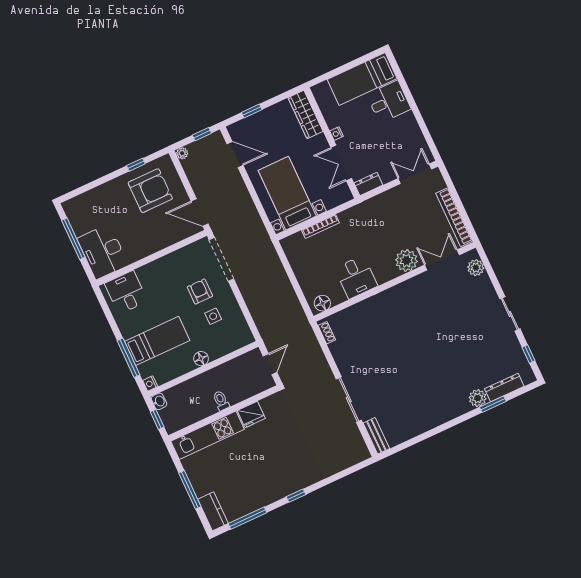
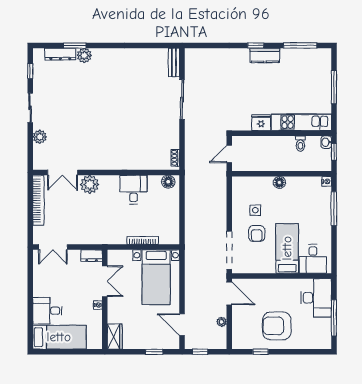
wardrobe: (306, 115) -> (115, 337), width x0.67
plant: (182, 153) -> (222, 322), moved
armchair: (150, 191) -> (277, 326), moved
plant: (476, 268) -> (40, 137), moved
bed: (157, 341) -> (287, 248), moved, turned 90
washbasin: (159, 401) -> (326, 142), moved
toilet: (221, 401) -> (300, 144), moved
kitchen counter: (213, 511) -> (265, 55), moved, turned -90

